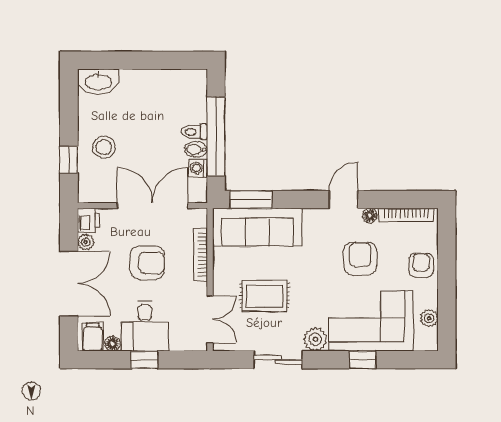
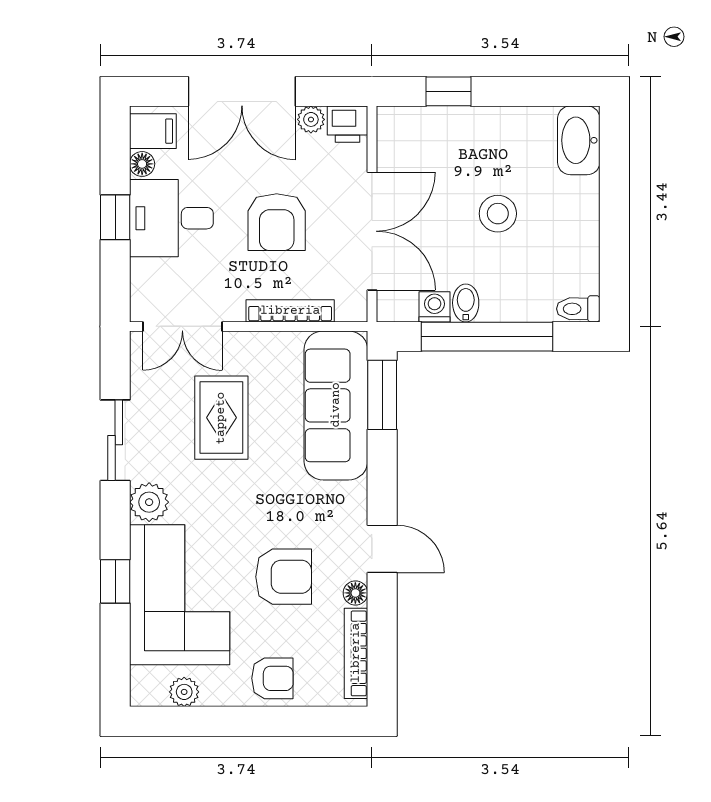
toilet: (194, 132) -> (578, 309), moved, turned -90
stool: (104, 147) -> (498, 214), moved

